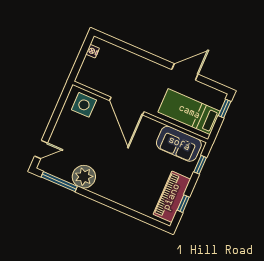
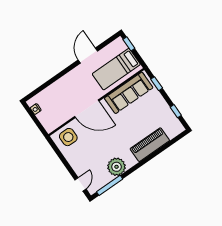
sofa: (179, 144) -> (129, 93), width x1.36
piano: (172, 197) -> (150, 145), moved, turned 90

